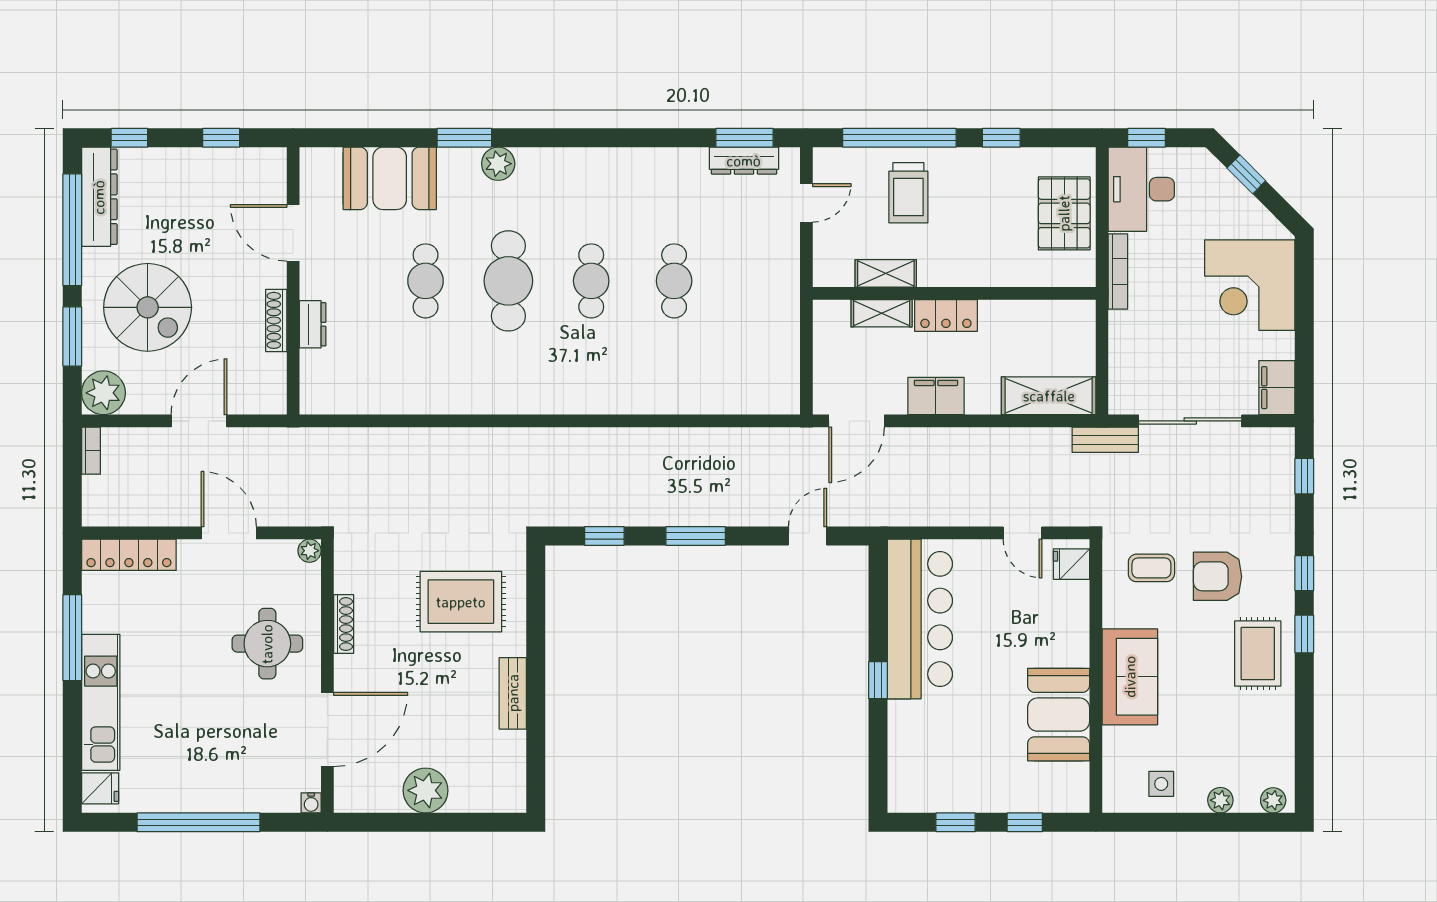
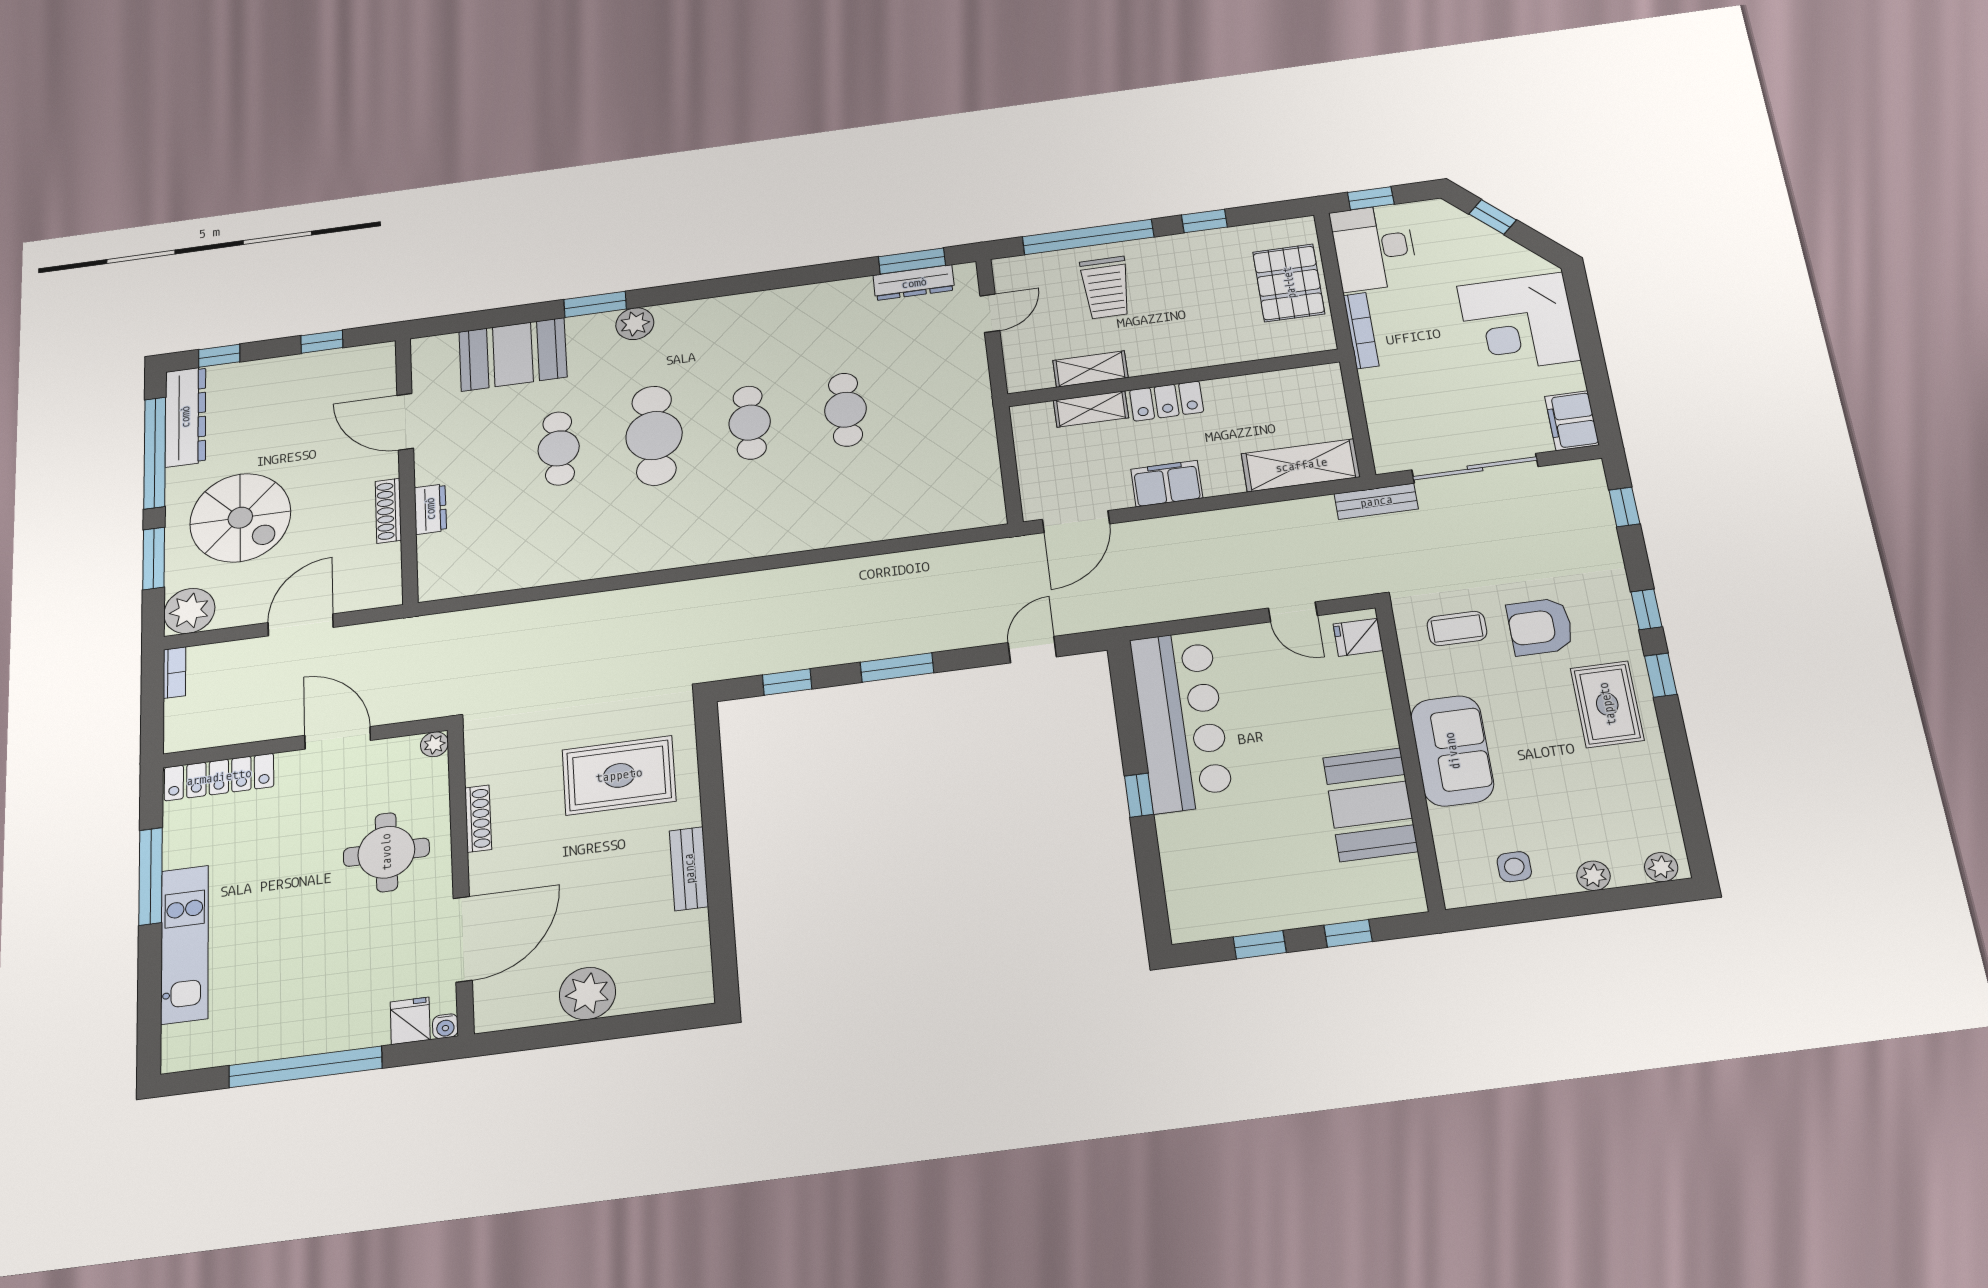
fridge: (100, 788) -> (410, 1021), moved, turned -90

